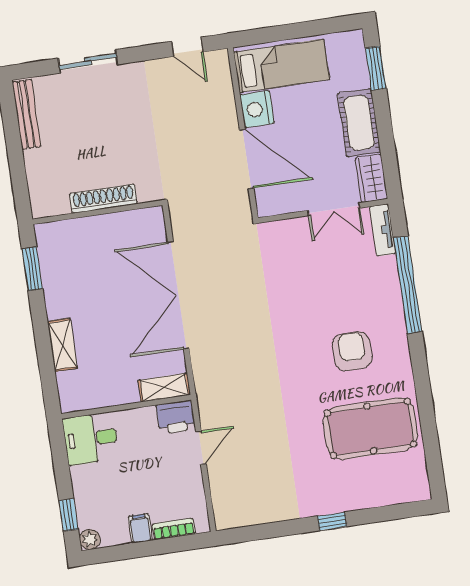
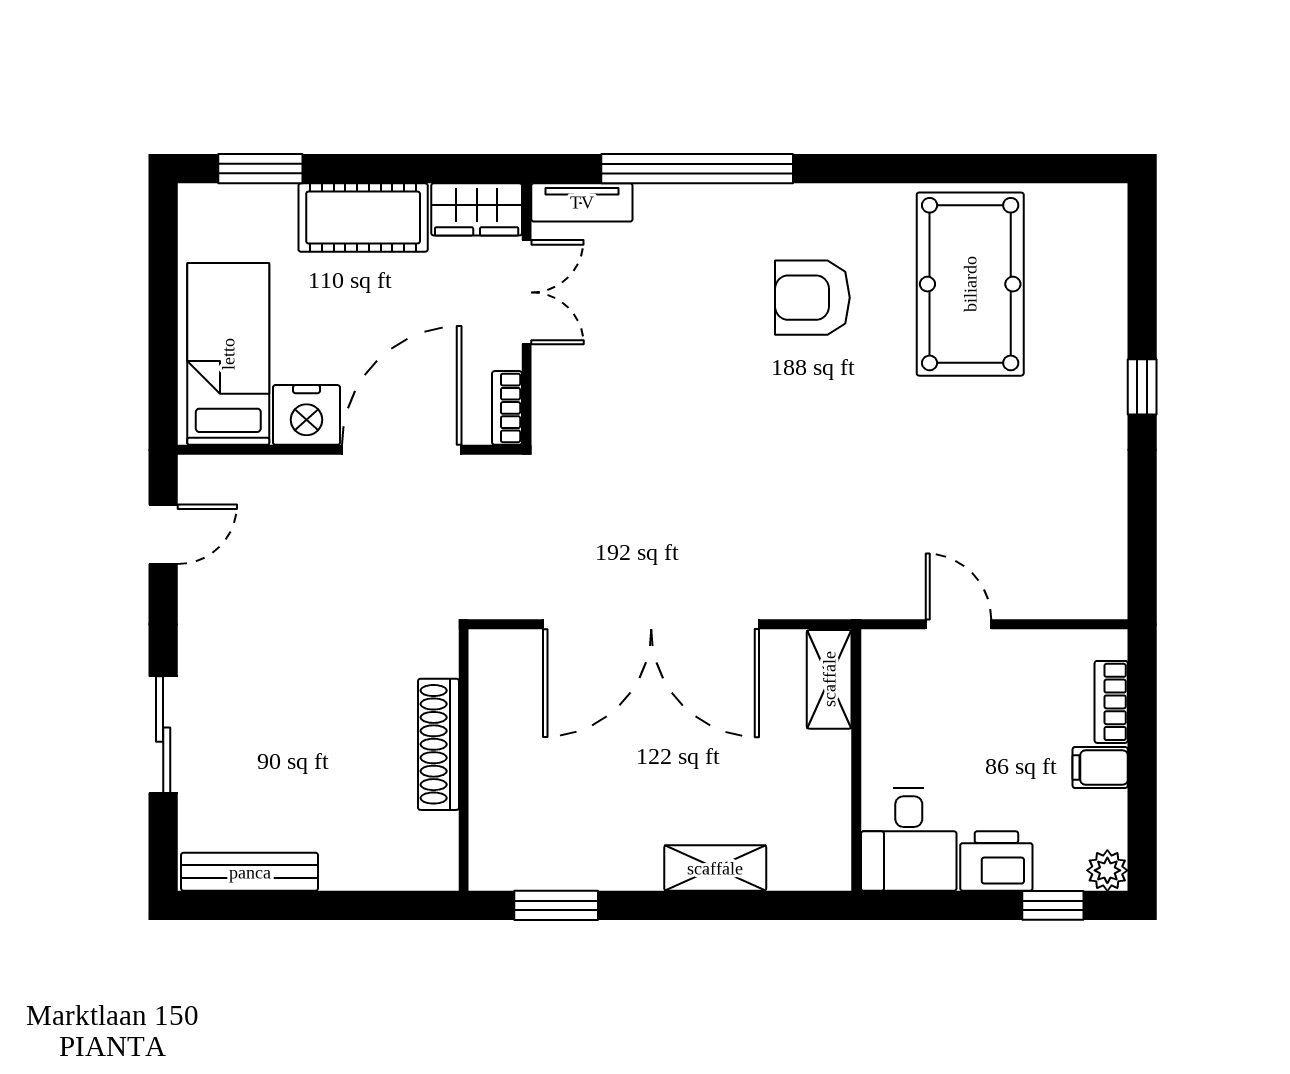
bookcase: (275, 208) -> (507, 408), added
printer: (176, 417) -> (996, 861), moved, turned -90

